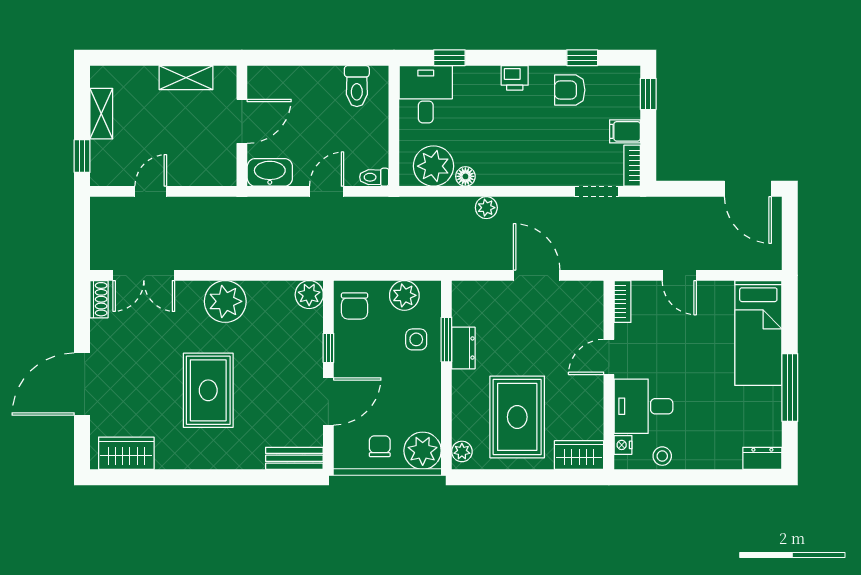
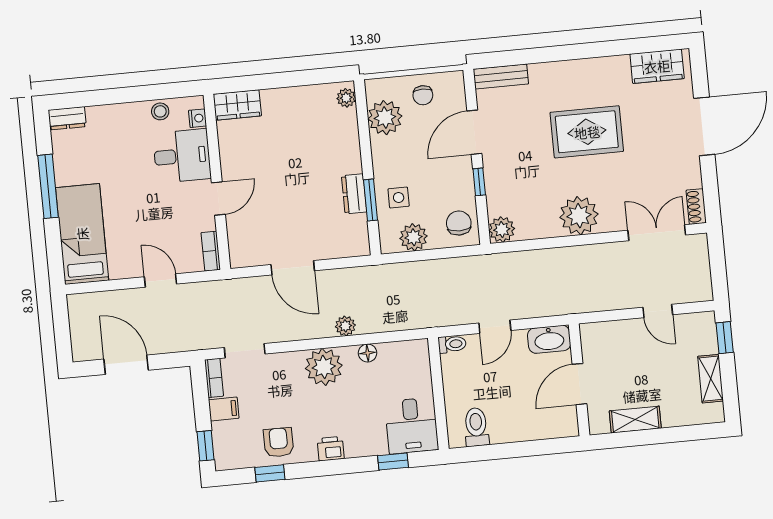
armchair: (570, 90) -> (279, 442), turned -90
plant: (433, 166) -> (324, 367), moved
door: (748, 189) -> (126, 365), moved
door: (151, 191) -> (658, 311), hinge flipped
rug: (208, 390) -> (587, 132), turned 90
rug: (517, 417) -> (298, 135), removed
plant: (423, 451) -> (385, 118), moved

